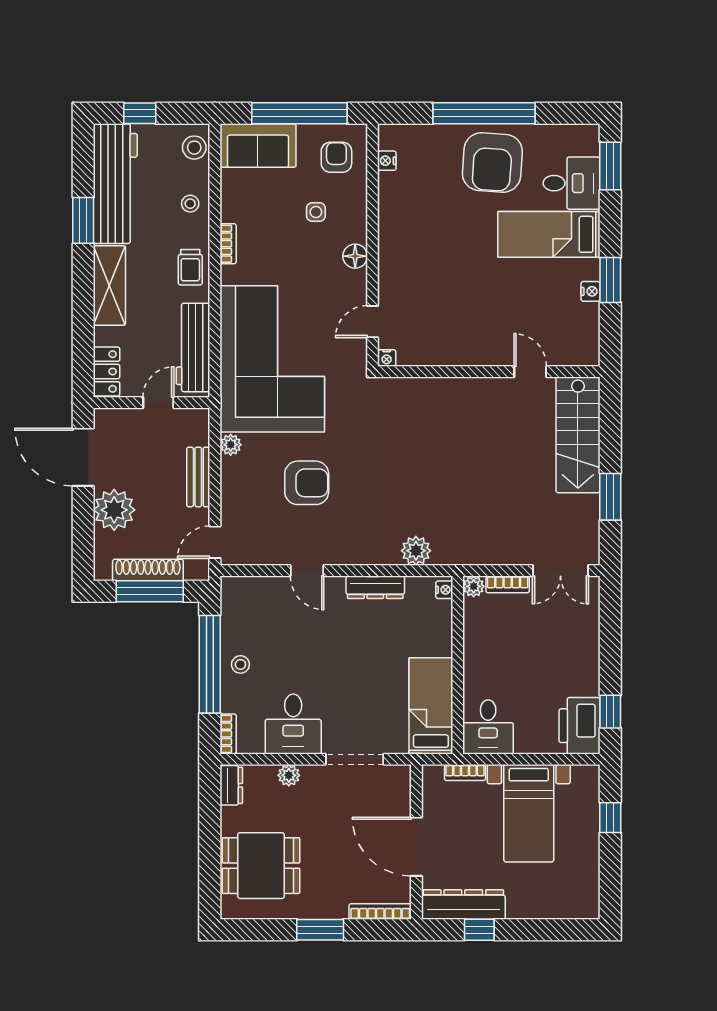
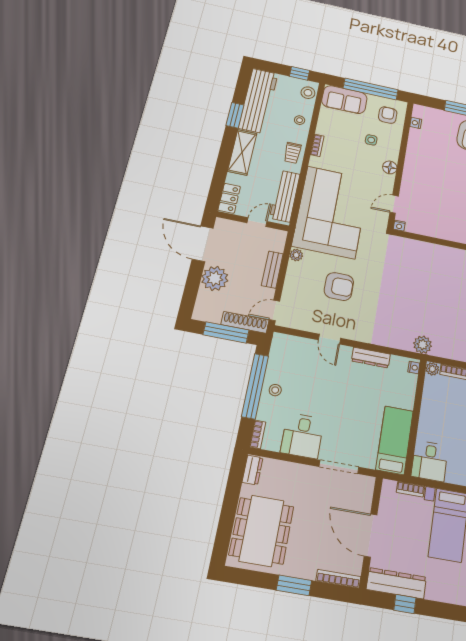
window: (140, 113) -> (300, 73), moved
plant: (416, 551) -> (423, 345), moved
shoe rack: (148, 570) -> (245, 322), moved
plant: (289, 775) -> (293, 470), removed
dining table: (261, 866) -> (262, 531), width x1.38

